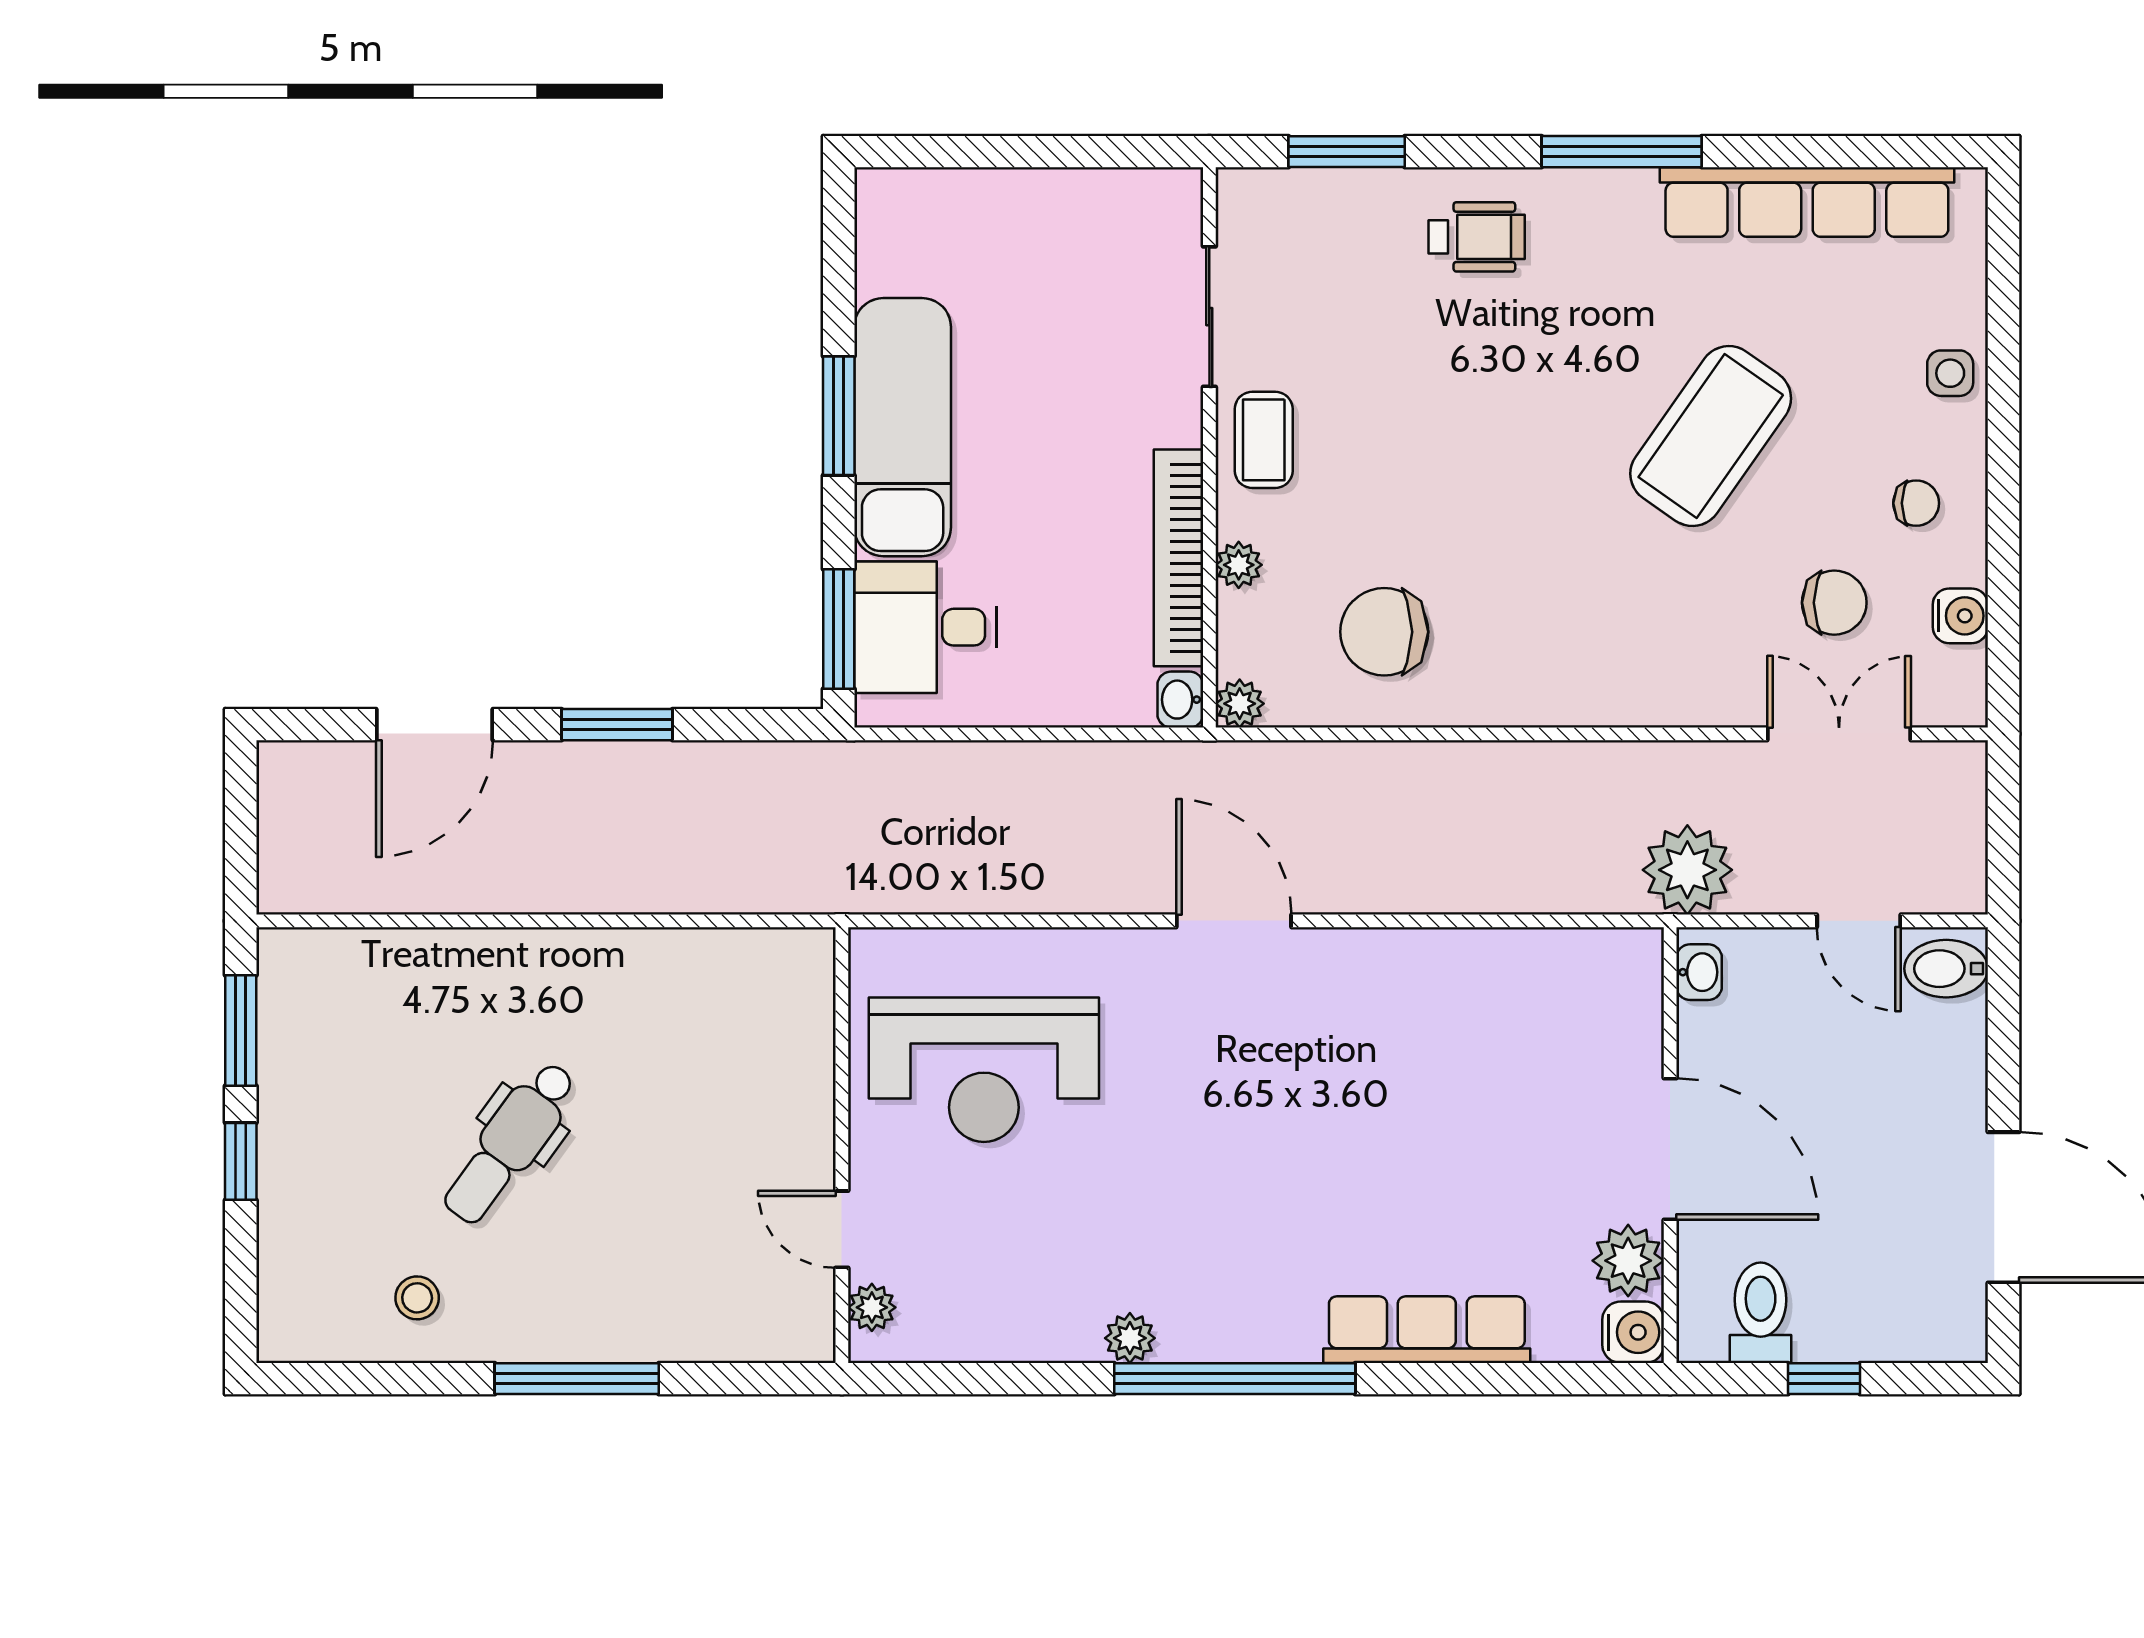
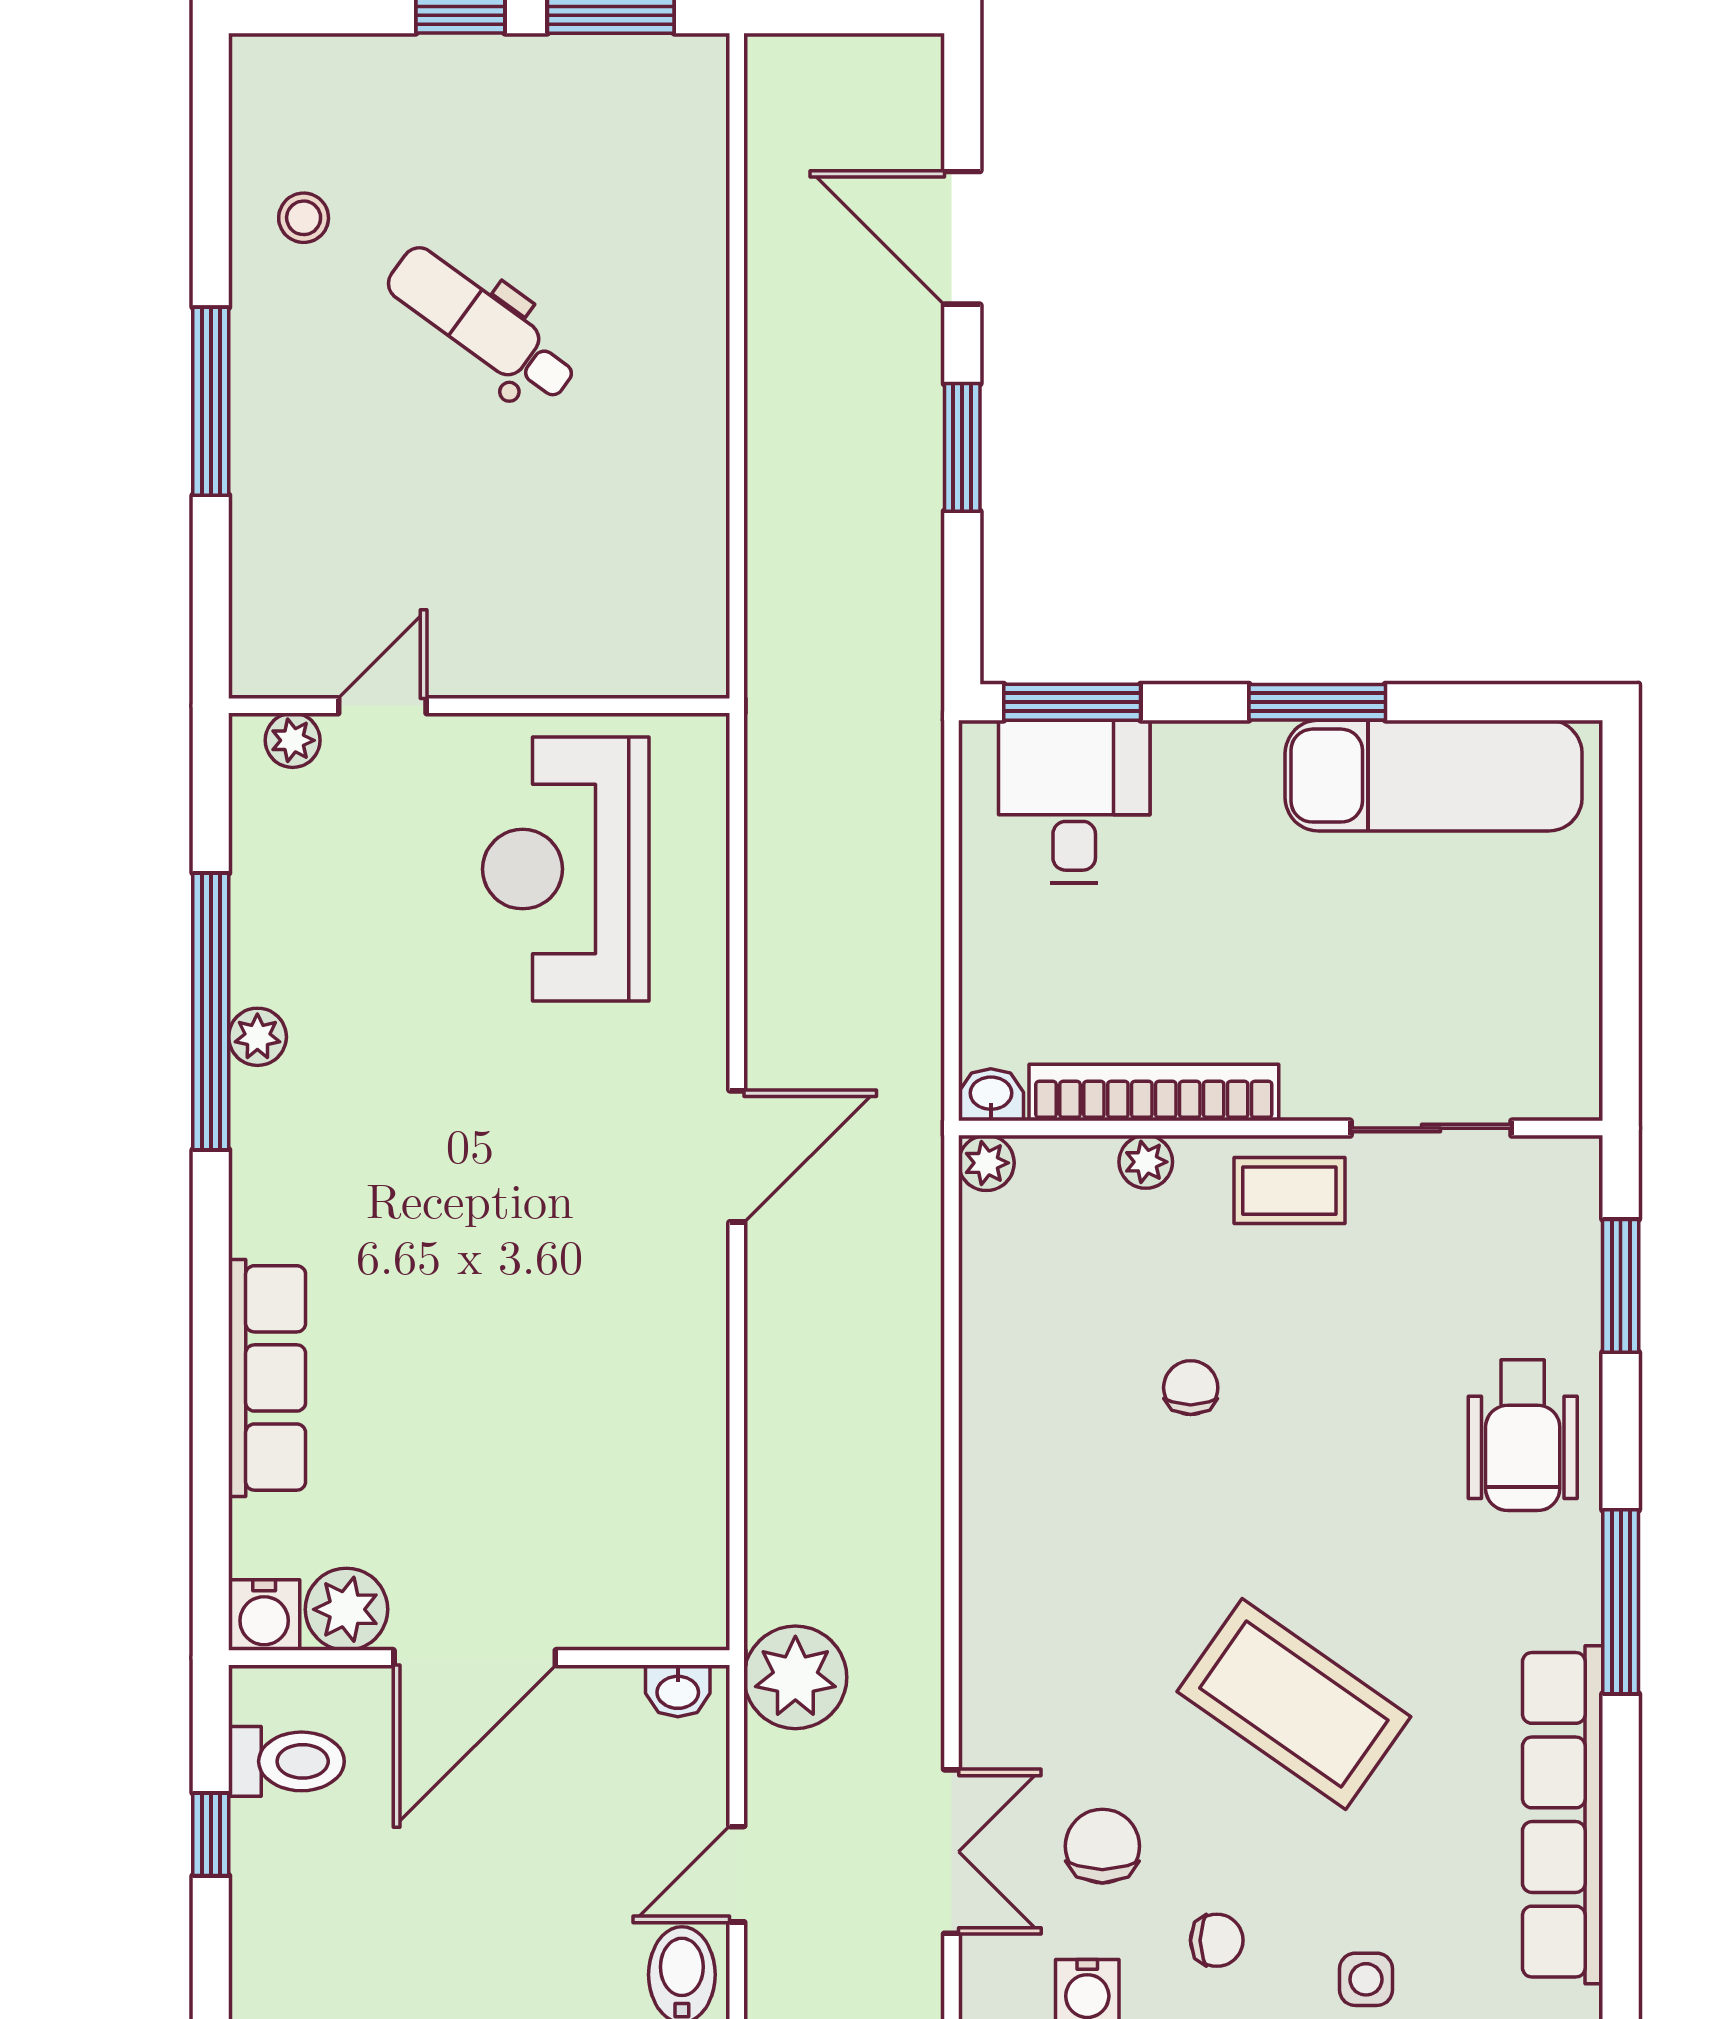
wheelchair: (1477, 237) -> (1523, 1435), width x1.36, depth x1.37
exam couch: (903, 427) -> (1434, 776), moved
chair: (1916, 503) -> (1217, 1940), turned -90
chair: (1834, 603) -> (1102, 1846), turned 180
chair: (1384, 632) -> (1191, 1388), moved, width x0.54, depth x0.54
window: (1235, 1379) -> (211, 1011), moved

